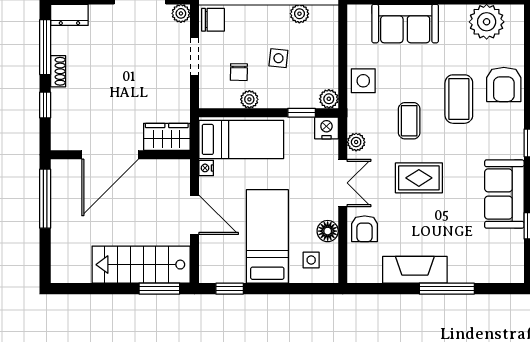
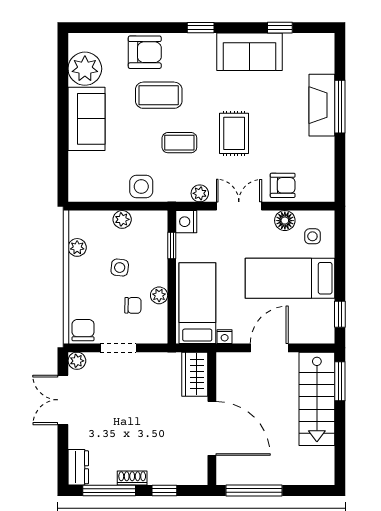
sofa: (405, 24) -> (87, 119), moved
plant: (329, 99) -> (122, 219), moved
fireplace: (415, 270) -> (322, 105), moved

